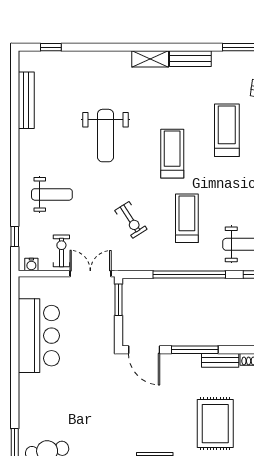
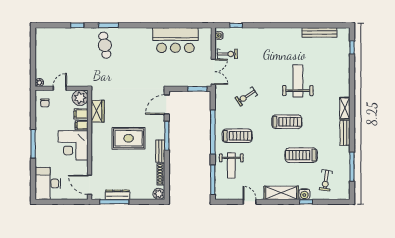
treadmill: (227, 130) -> (301, 155), turned 180
weight bench: (105, 136) -> (298, 81), turned 90
weight bench: (52, 194) -> (262, 48), removed
treadmill: (187, 218) -> (237, 136), moved
rug: (215, 424) -> (129, 138), moved

